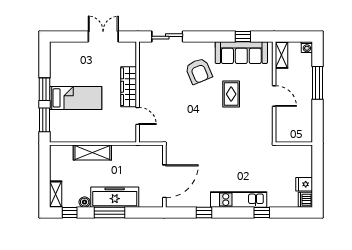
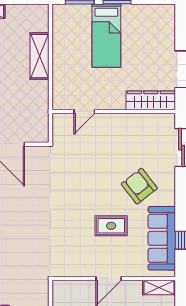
armchair: (199, 71) -> (139, 186), turned 75
wardrobe: (129, 87) -> (151, 100), moved

